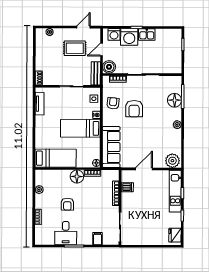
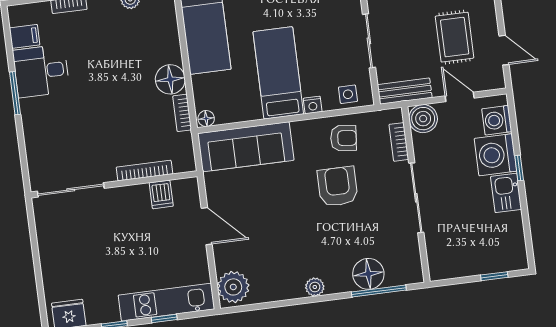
armchair: (134, 109) -> (338, 186), turned 90
armchair: (67, 204) -> (106, 66), removed
filing cabinet: (97, 239) -> (25, 36), moved

